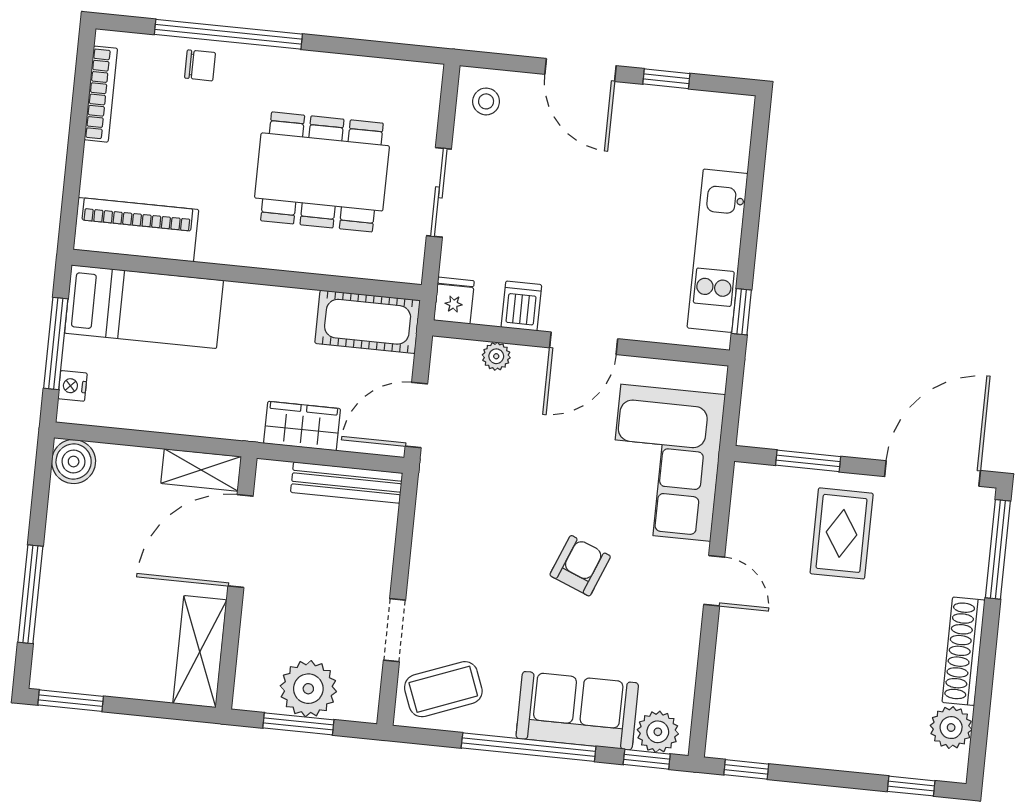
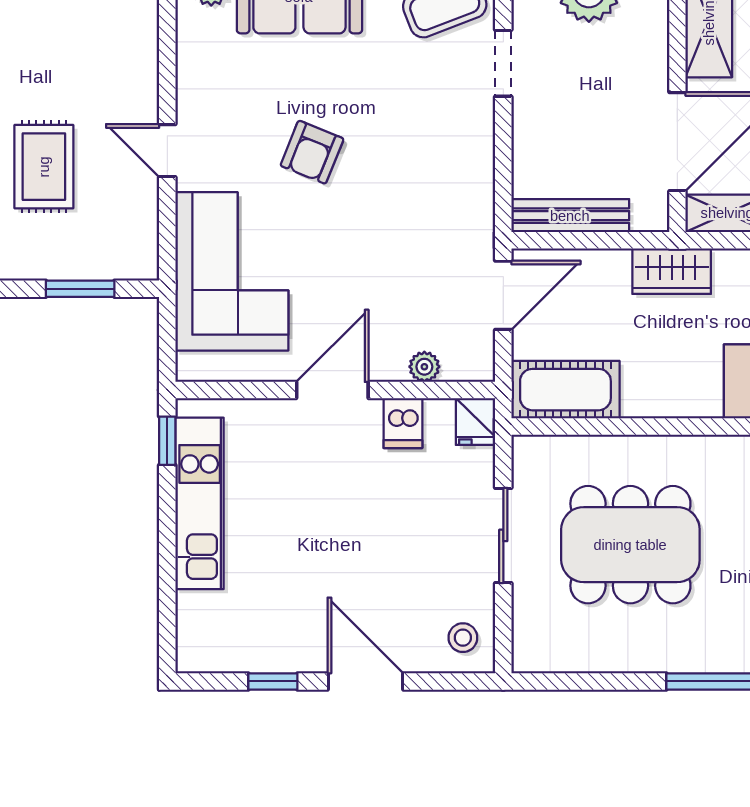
wardrobe: (302, 426) -> (672, 271), moved
rug: (842, 533) -> (44, 167), moved

